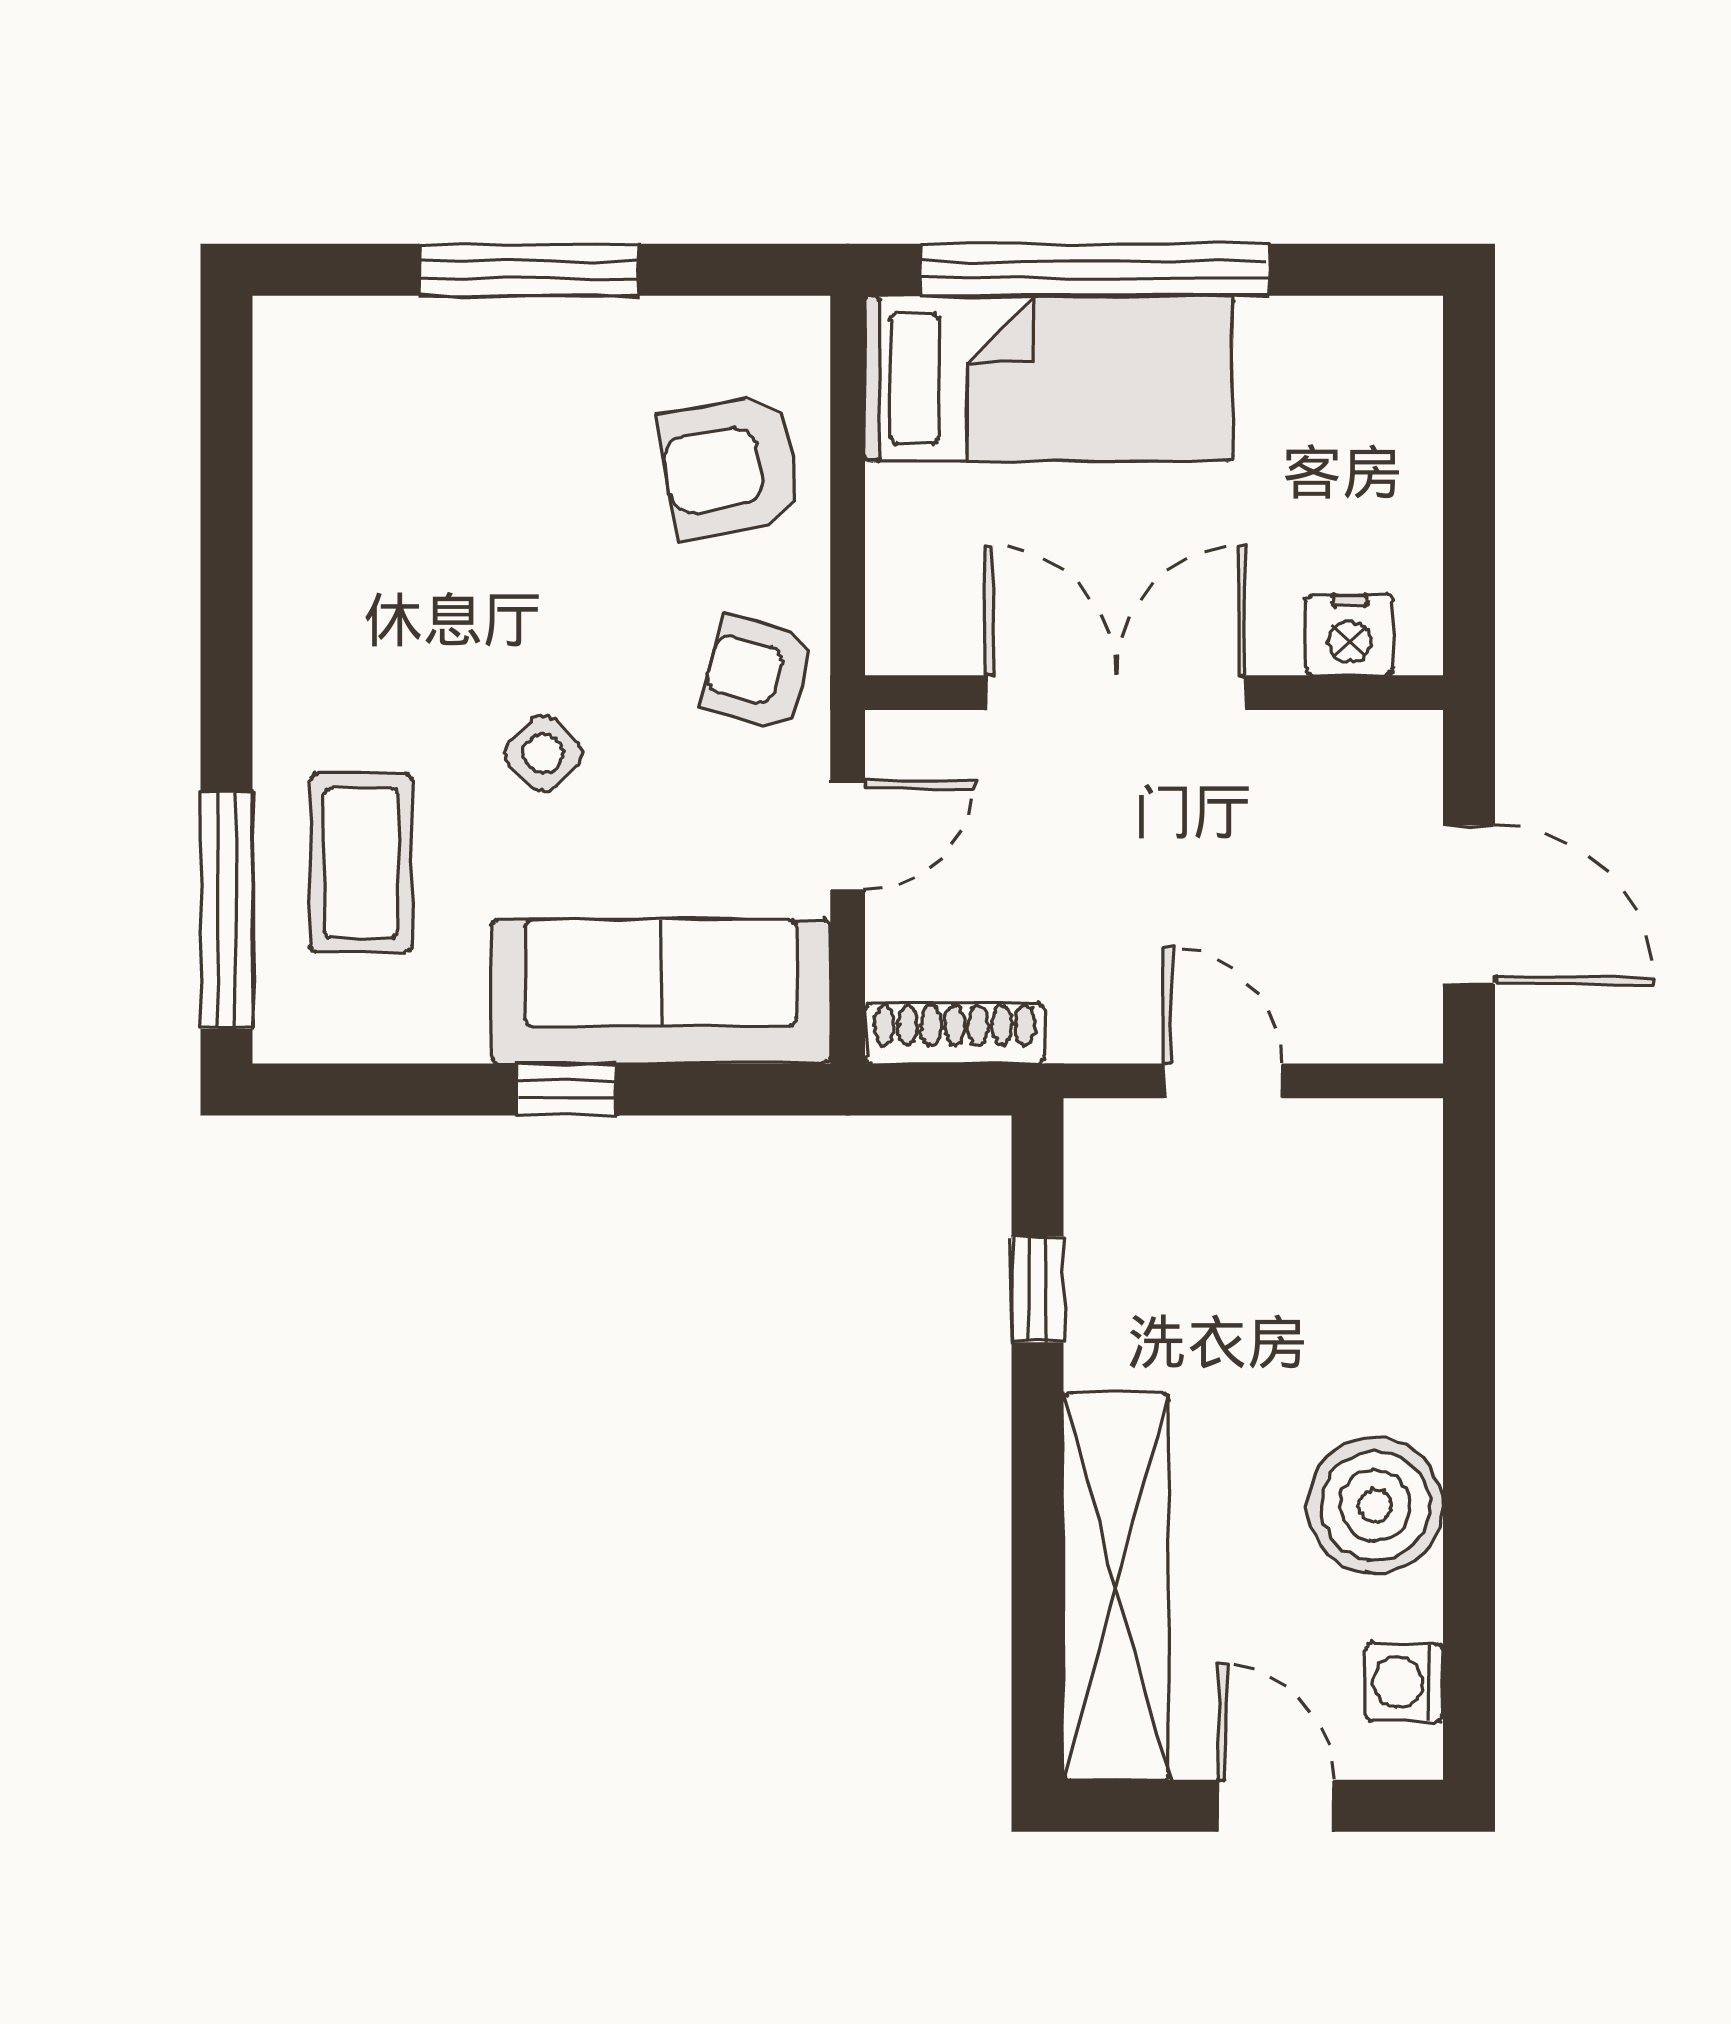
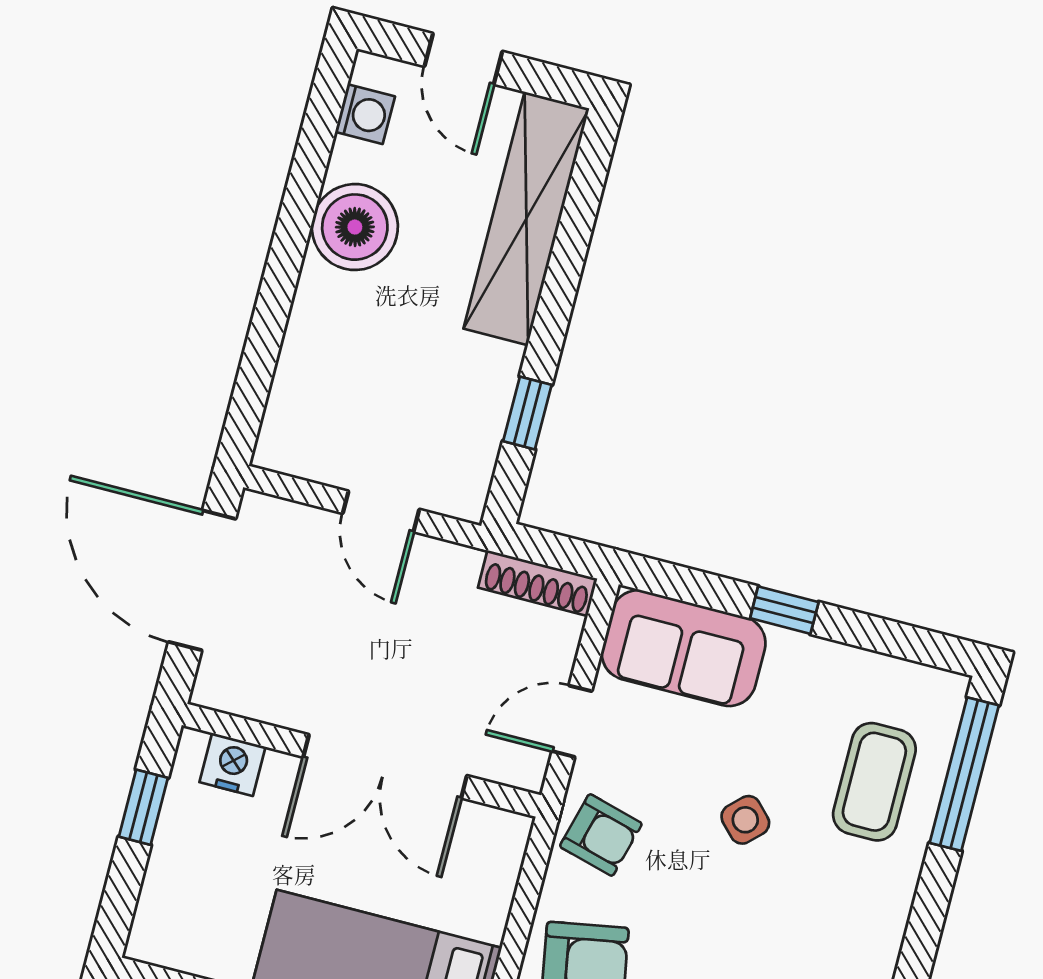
window: (1469, 534) -> (143, 807), added
door: (1469, 905) -> (202, 580), width x1.36
sofa: (661, 992) -> (684, 648), width x0.73

